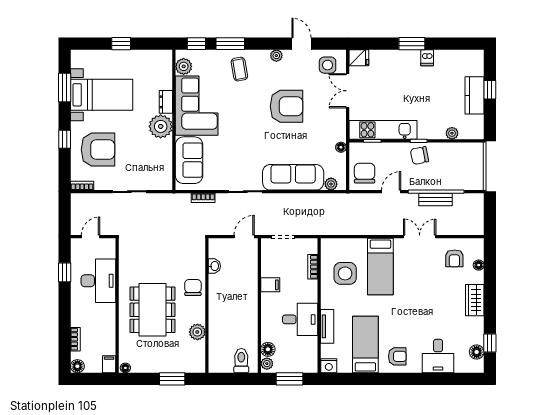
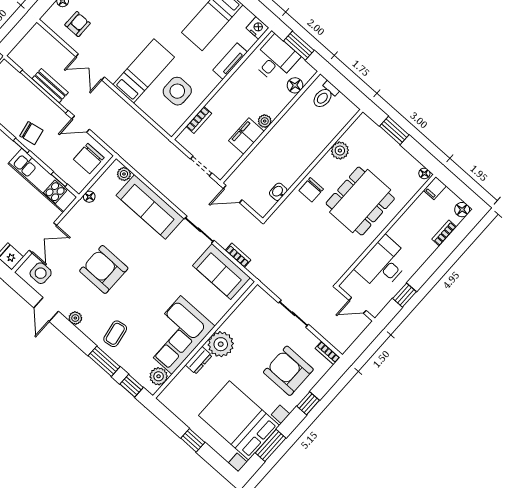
bed with nightstands: (102, 95) -> (239, 420), width x1.36
sofa: (189, 160) -> (221, 272), moved, turned -90
filing cabinet: (270, 285) -> (246, 136), width x2.00
desk: (300, 319) -> (275, 59), moved, turned 90
plant: (267, 364) -> (265, 121), moved

